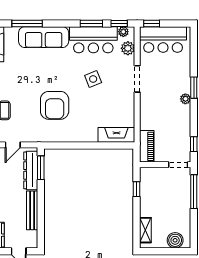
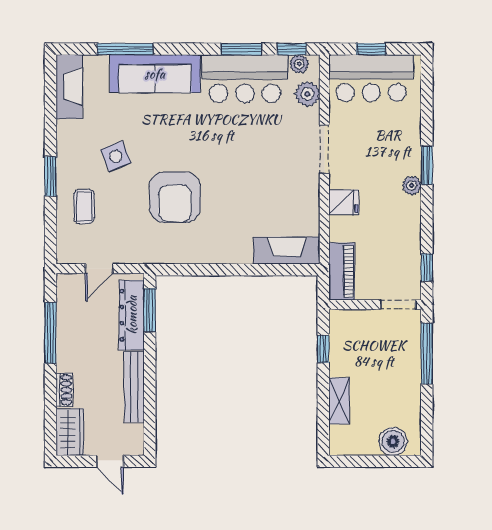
window: (152, 23) -> (371, 49), moved
side table: (93, 79) -> (116, 156), moved
fridge: (148, 108) -> (344, 202), added
shelving: (145, 230) -> (339, 401), moved

